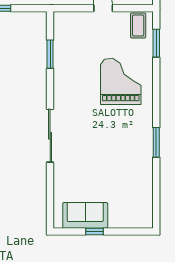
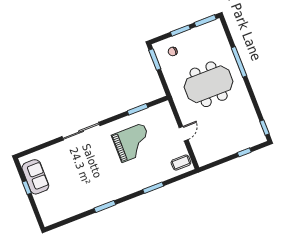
window: (156, 43) -> (153, 188), moved
grand piano: (121, 81) -> (133, 143), moved

